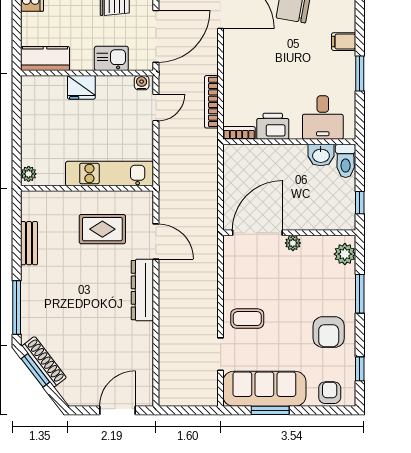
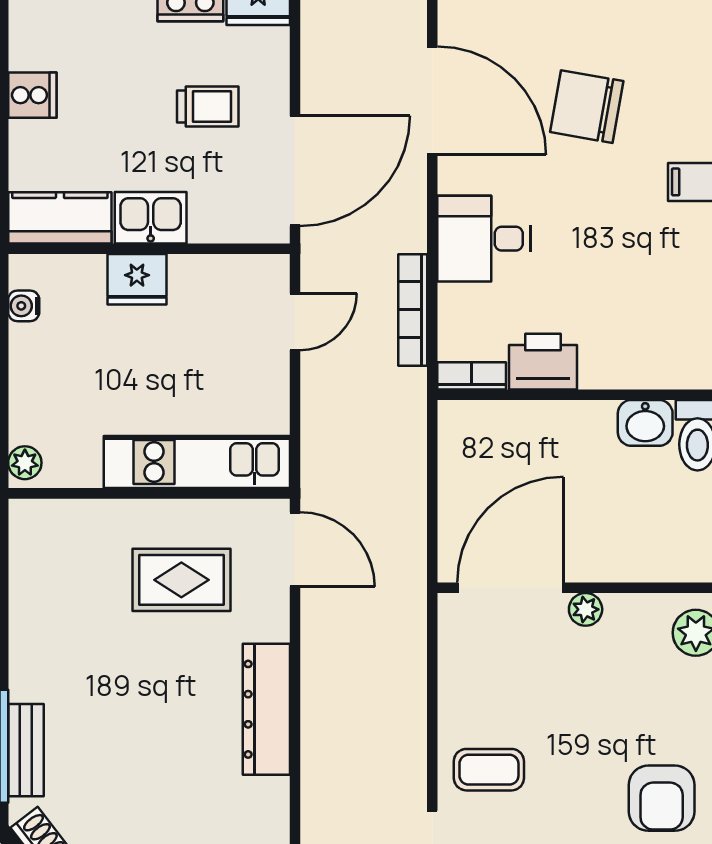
kitchen sink: (111, 58) -> (151, 218), moved
water cooler: (142, 83) -> (24, 306), moved, turned -90
desk: (323, 118) -> (484, 239), moved, turned 90
door: (156, 242) -> (295, 549), moved
bench: (29, 243) -> (26, 750), moved

